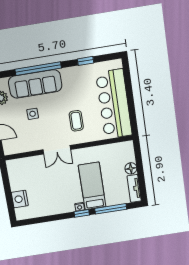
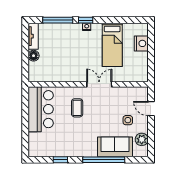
sofa: (35, 84) -> (115, 147), width x0.73
bar counter: (114, 104) -> (41, 109), width x0.73
side table: (33, 114) -> (128, 120), moved
bed: (92, 186) -> (112, 45), moved

